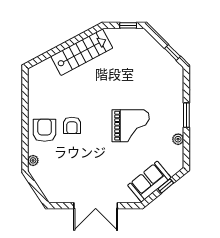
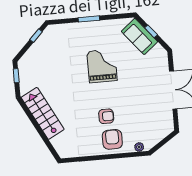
armchair: (45, 130) -> (112, 139), turned 90
plant: (178, 139) -> (110, 24), removed
sofa: (149, 182) -> (139, 36), moved

